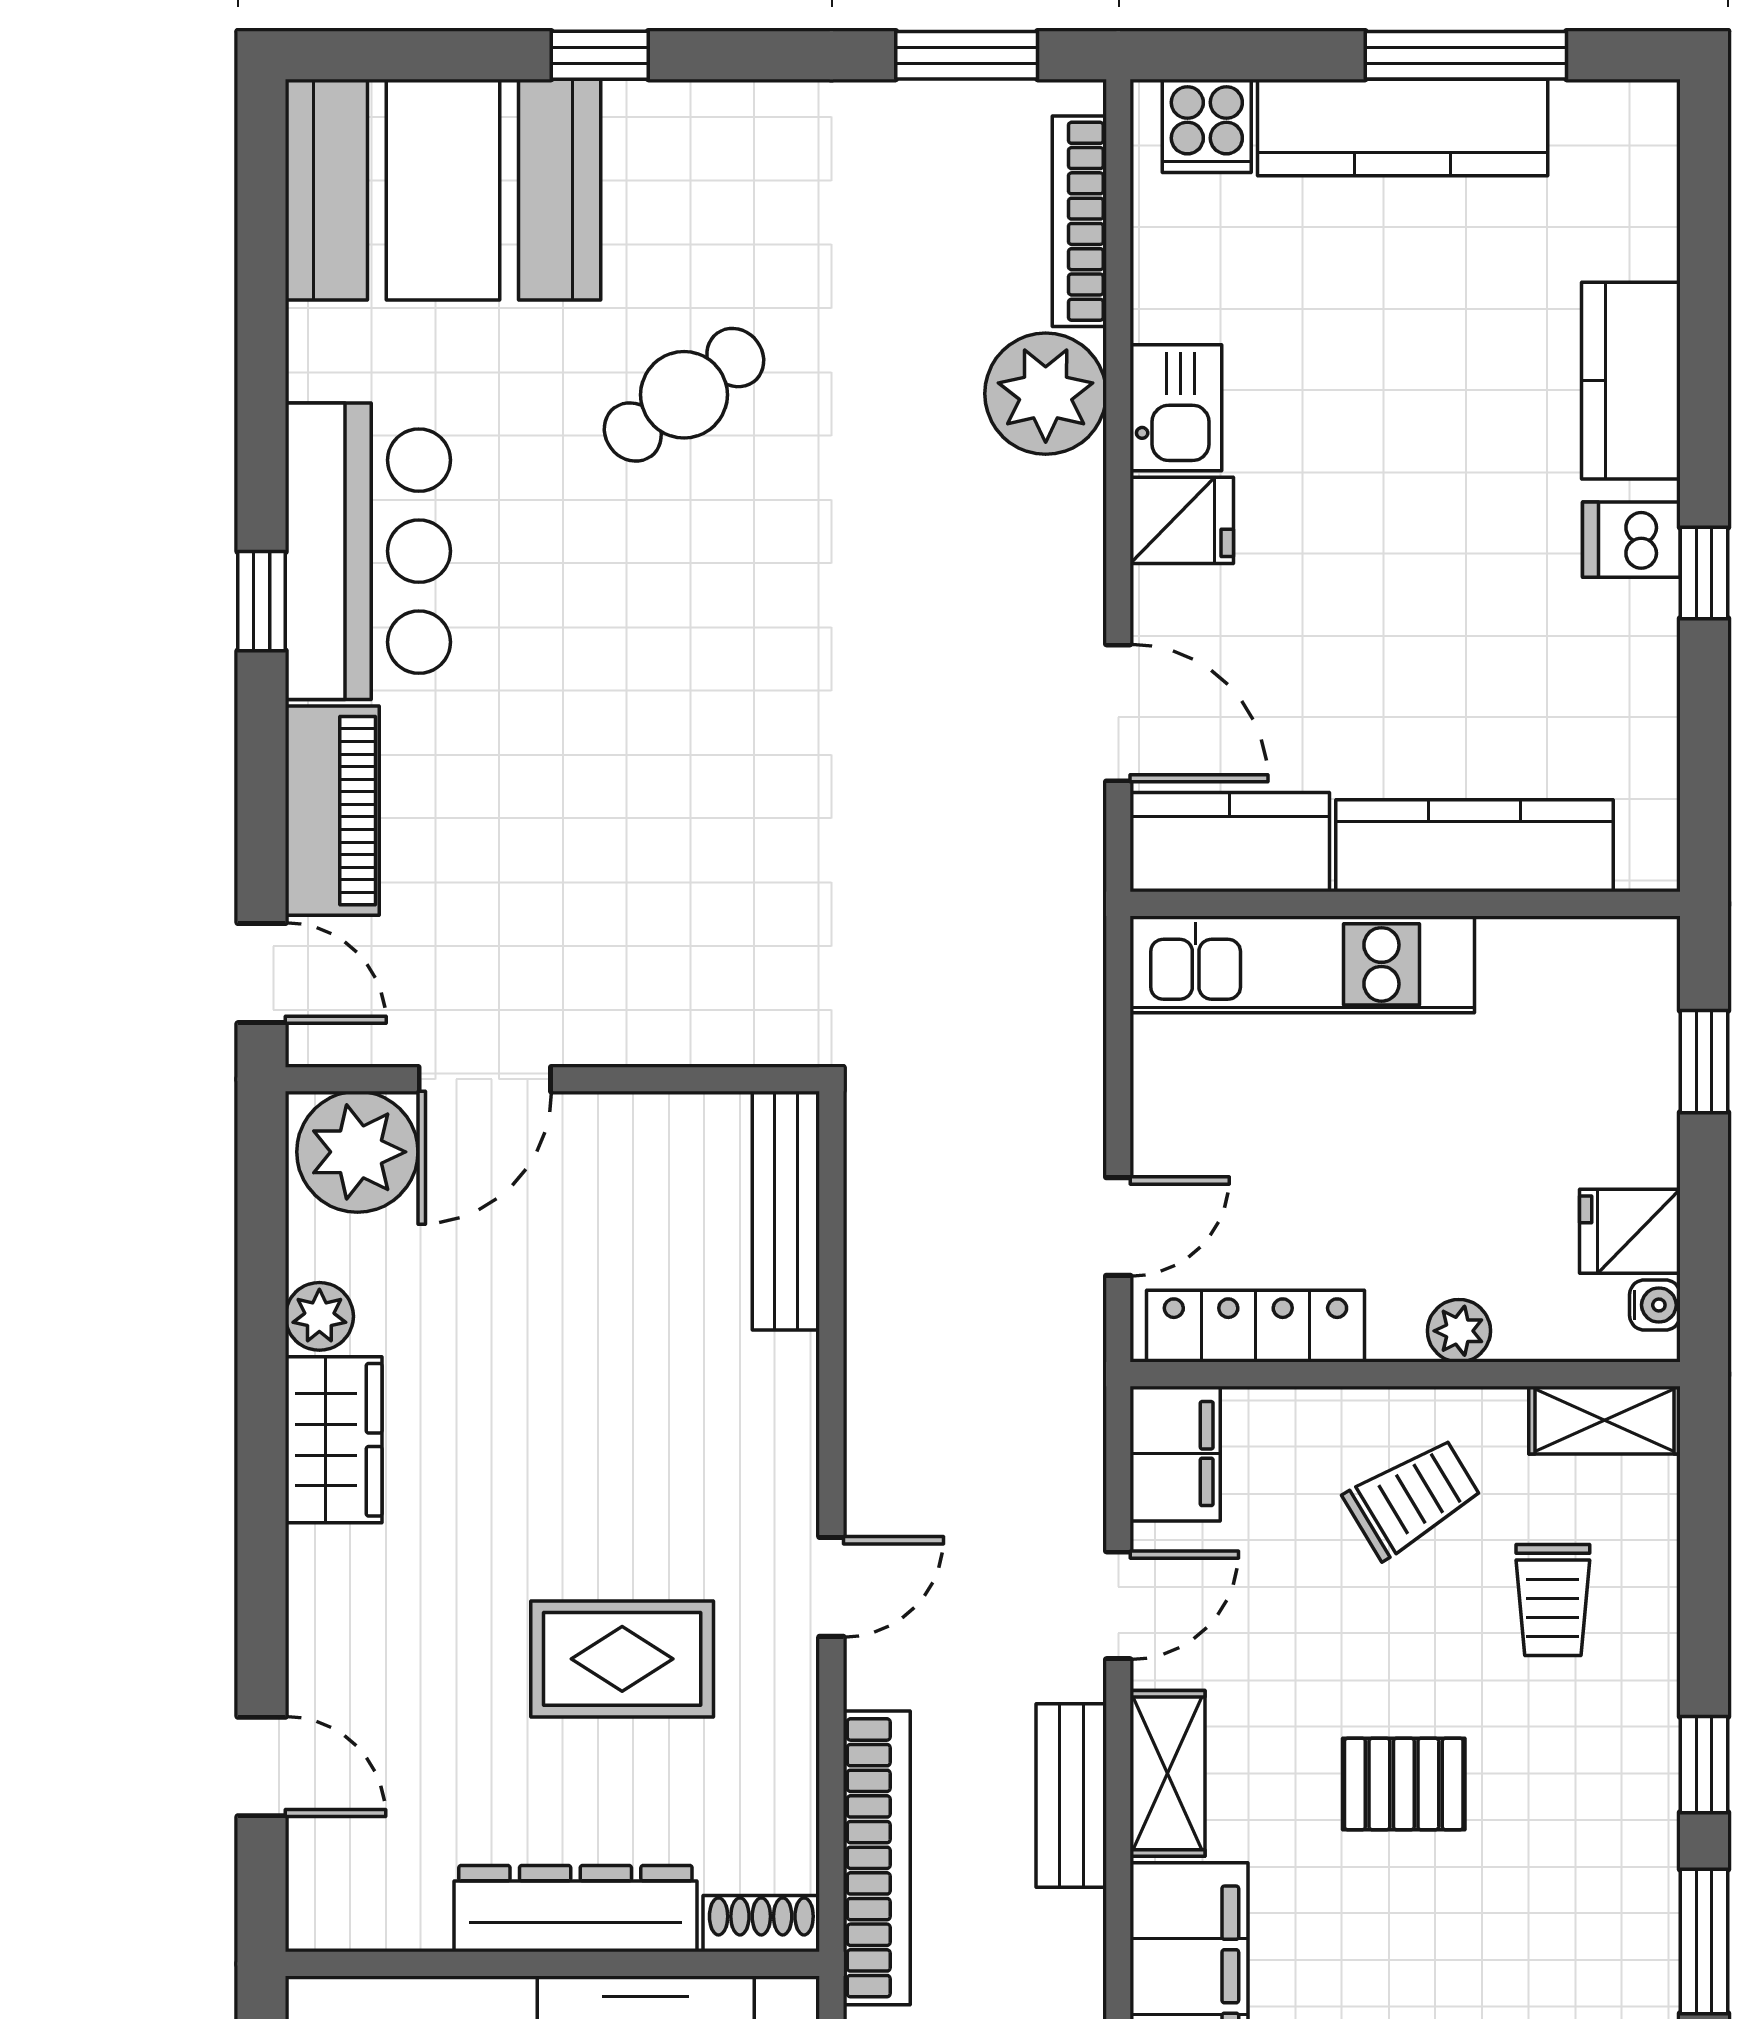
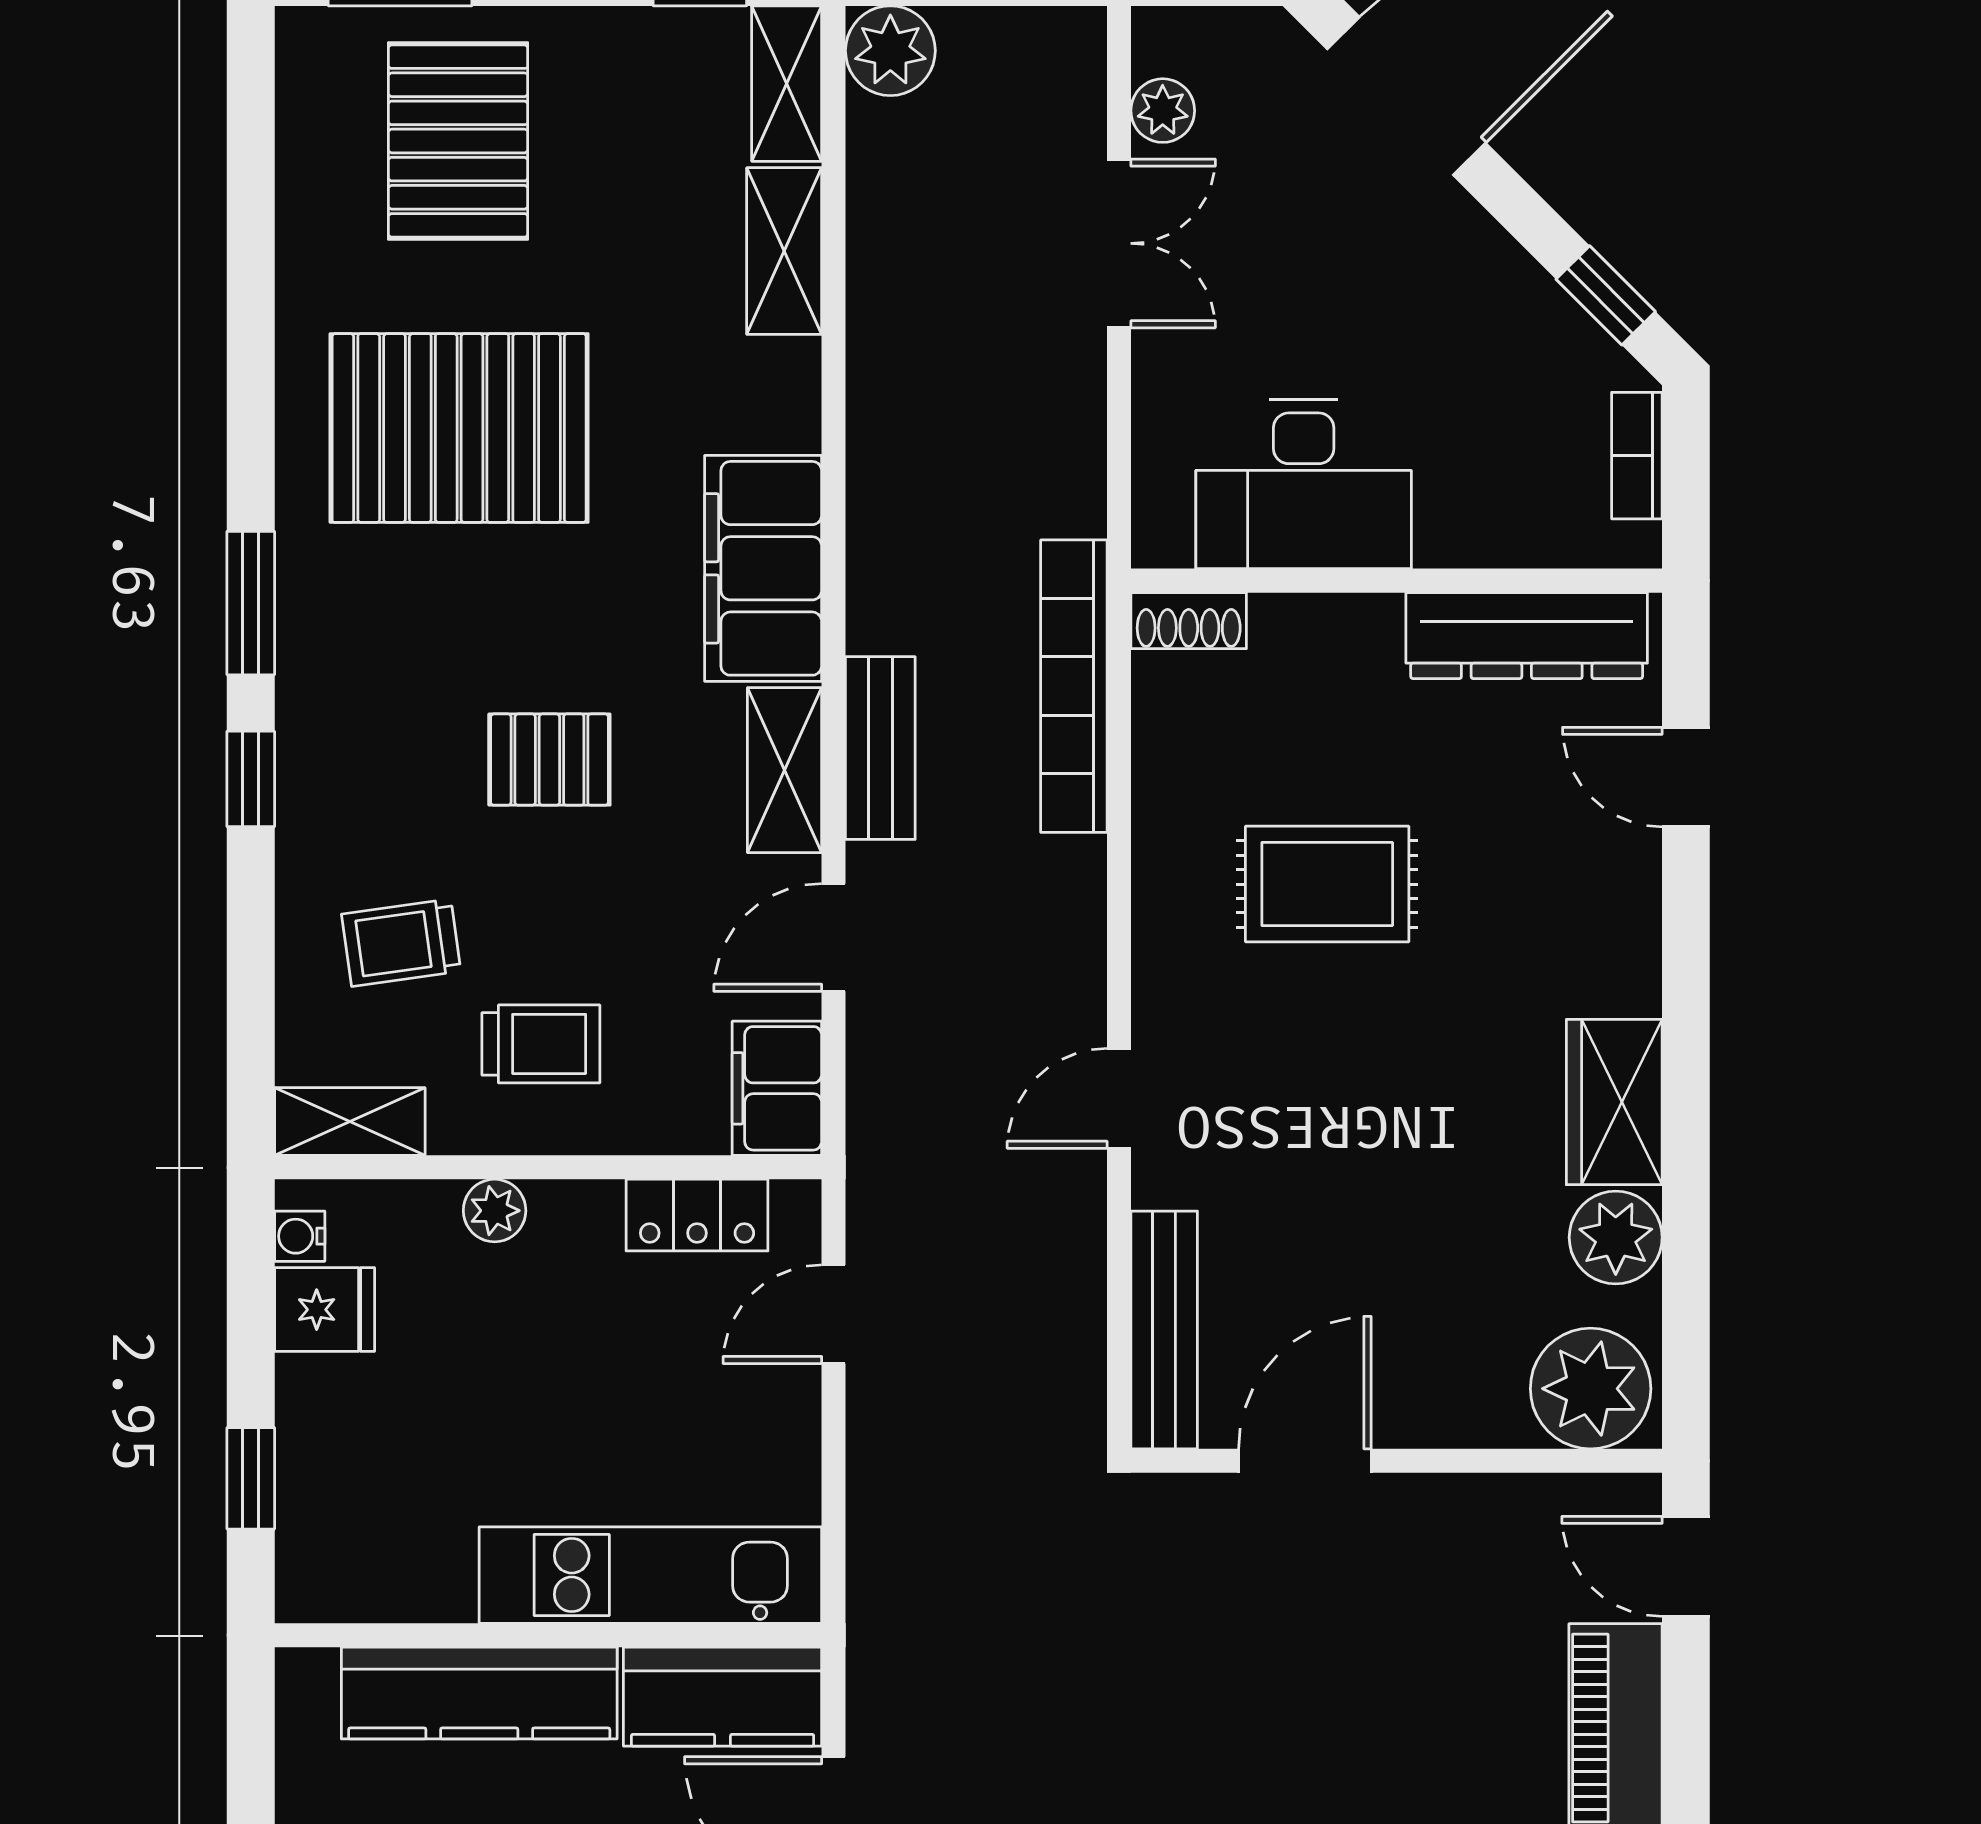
door: (485, 1079) -> (1305, 1461), moved
plant: (319, 1316) -> (1616, 1237), width x1.38, depth x1.38
locker: (1255, 1326) -> (697, 1215), width x0.66
trolley: (1412, 1498) -> (541, 1044), turned -149
door: (831, 1587) -> (1119, 1098), moved
trolley: (1553, 1600) -> (401, 943), turned -98
dresser: (575, 1909) -> (1527, 636), moved

